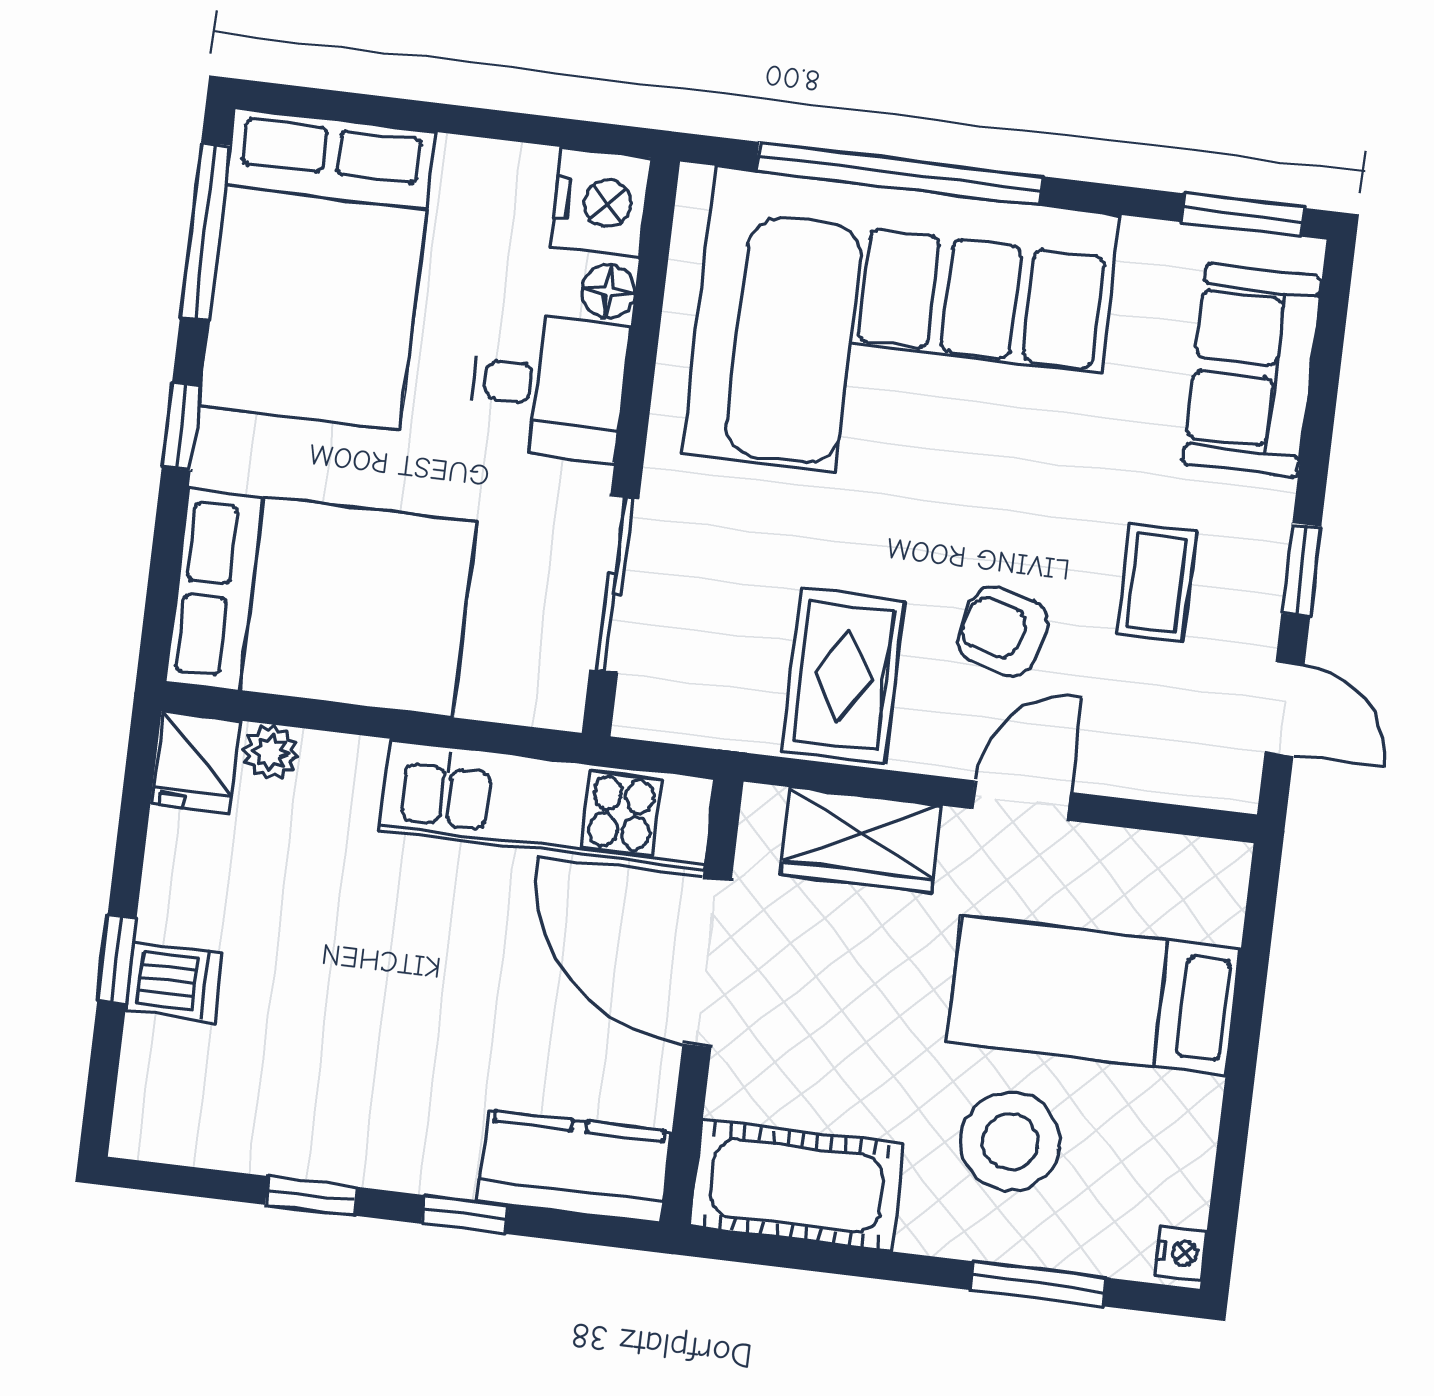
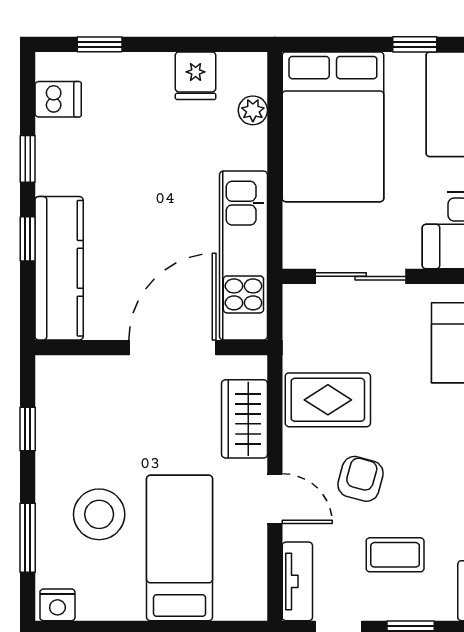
fridge: (196, 762) -> (196, 76), moved, turned -90
tv unit: (1185, 777) -> (297, 581), added
window: (117, 960) -> (100, 44), moved
dishwasher: (174, 982) -> (58, 99), moved, turned -90
kitchen counter: (575, 1167) -> (59, 268), width x1.50
cot: (797, 1186) -> (63, 408), removed
nightstand: (1181, 1253) -> (57, 605), width x1.39, depth x1.35
window: (830, 1259) -> (28, 429), added

